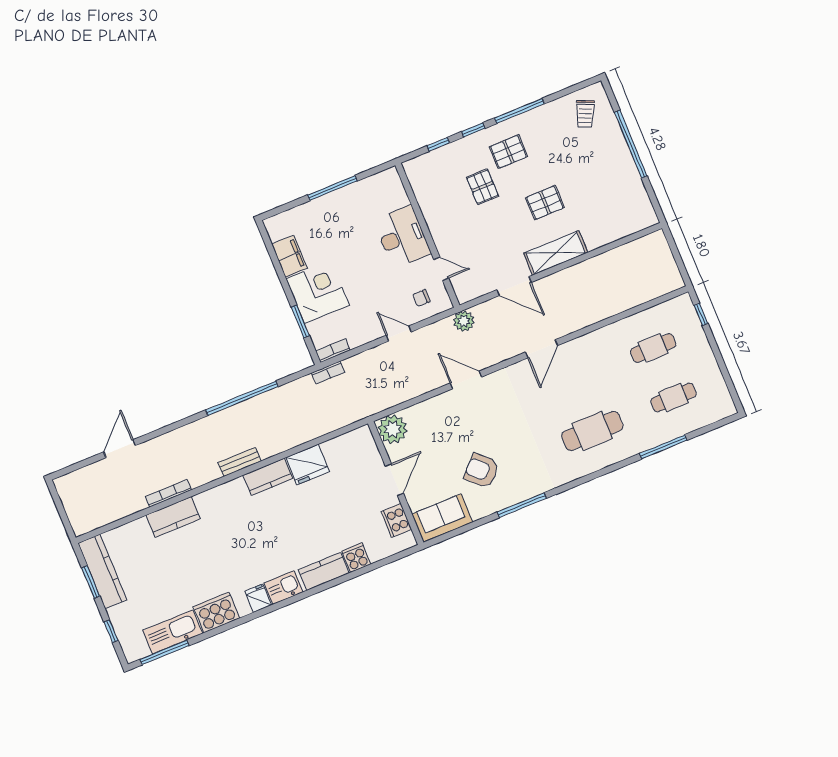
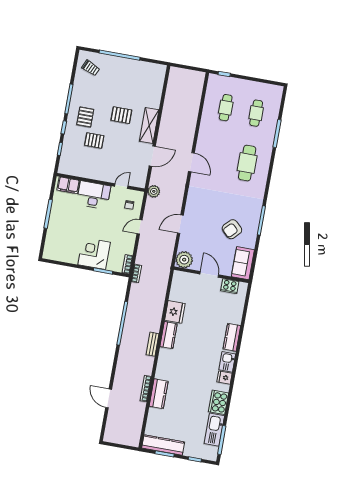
pallet: (545, 203) -> (121, 115), turned 90
filing cabinet: (289, 256) -> (68, 185), moved, turned 180
door: (466, 380) -> (180, 224), moved
cooker: (356, 558) -> (235, 317), removed

